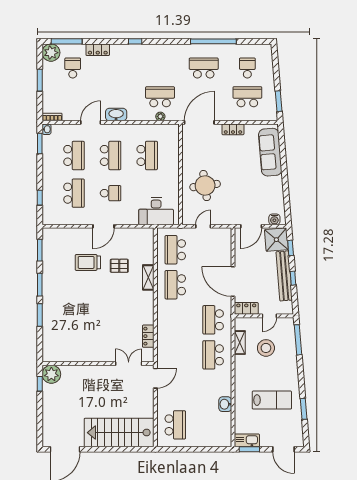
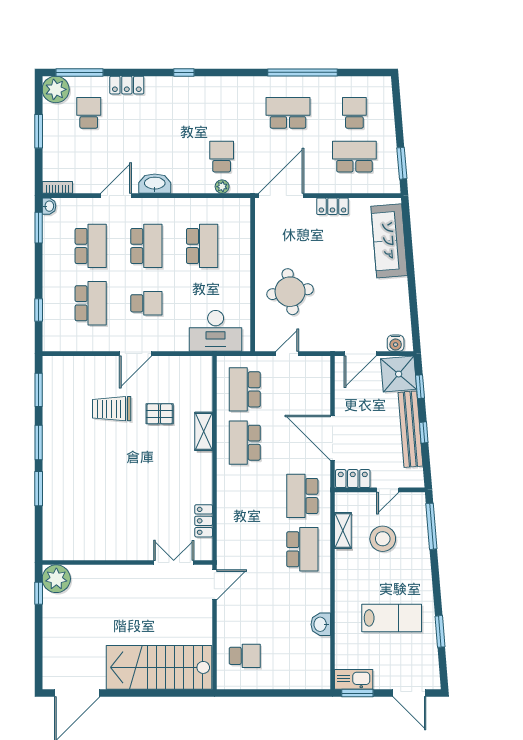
school desk: (160, 97) -> (222, 157), width x0.54
school desk: (213, 355) -> (302, 549), turned 180
school desk: (175, 425) -> (245, 656), width x0.54

